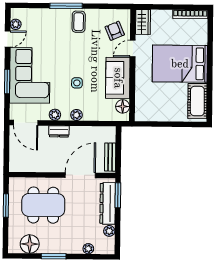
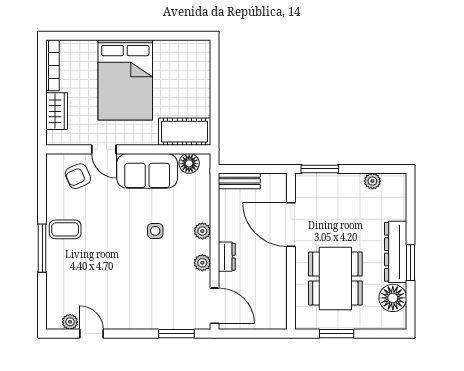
wardrobe: (143, 22) -> (57, 111), moved, turned 90
corner sofa: (30, 75) -> (145, 300), removed
window: (7, 81) -> (176, 334), moved
cot: (197, 101) -> (185, 132), moved
door: (26, 123) -> (215, 306), hinge flipped
bench: (110, 157) -> (239, 181), moved
dresser: (108, 203) -> (396, 252), moved, turned 90
plant: (88, 249) -> (399, 212), removed

